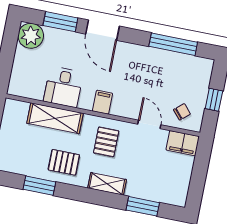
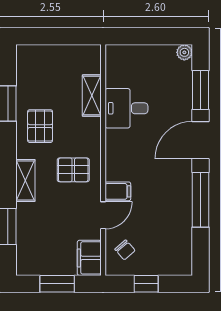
plant: (31, 36) -> (184, 52), width x0.53, depth x0.53
window: (173, 44) -> (200, 200), moved
filing cabinet: (102, 102) -> (118, 191), moved
shelving: (55, 118) -> (92, 96), width x0.67, depth x0.75
window: (199, 174) -> (57, 284), added

